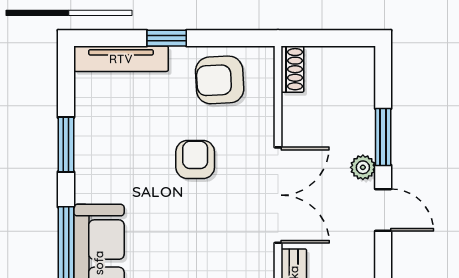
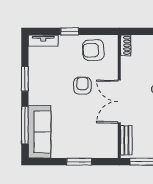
tv unit: (121, 59) -> (43, 41), width x0.71
double door: (278, 195) -> (119, 101), swing flipped

